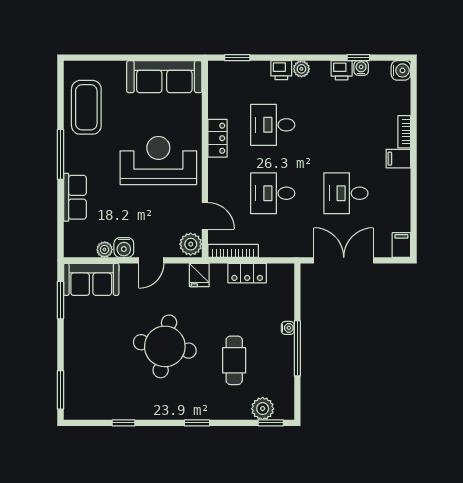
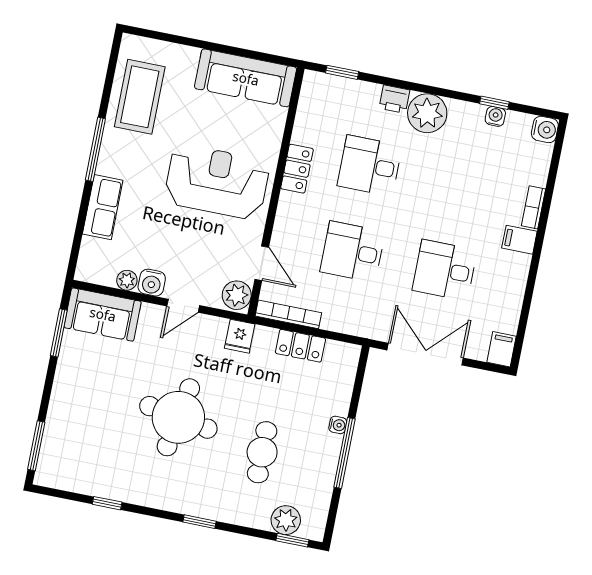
plant: (301, 69) -> (427, 113), width x1.87, depth x1.87
printer: (342, 70) -> (470, 114), removed

